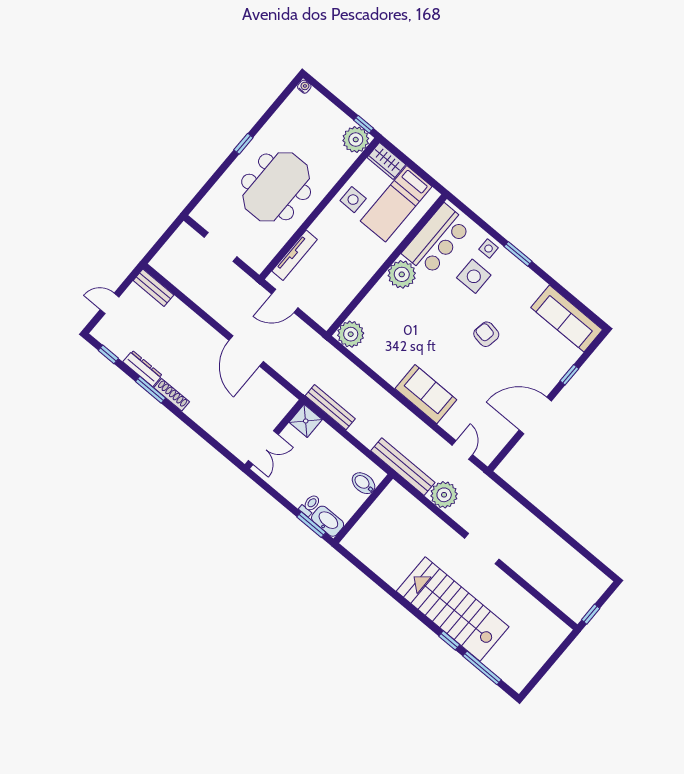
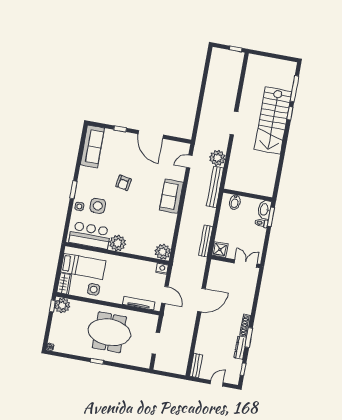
door: (110, 303) -> (217, 383), swing flipped
nightstand: (326, 319) -> (162, 269), added

